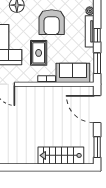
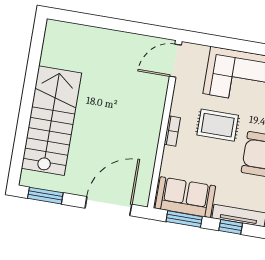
sofa: (73, 73) -> (185, 197), moved, turned -90
stairs: (61, 155) -> (51, 121), width x1.36, depth x1.51

